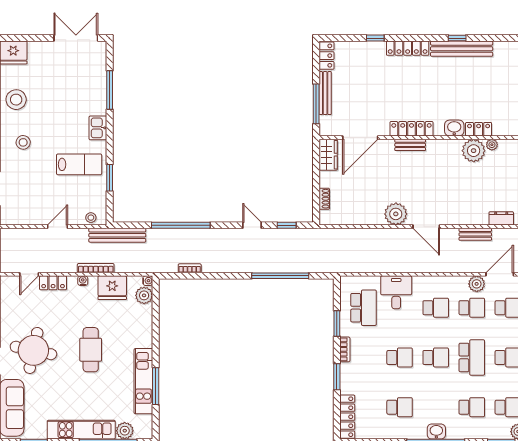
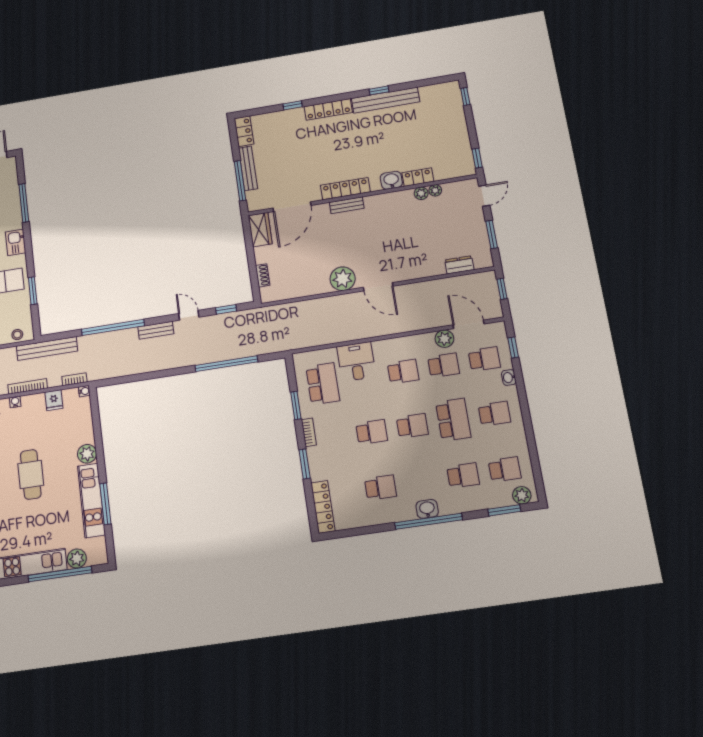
plant: (474, 151) -> (421, 193), width x0.53, depth x0.53
bench: (475, 234) -> (156, 330), moved
bookcase: (190, 268) -> (74, 379), moved
door: (500, 274) -> (469, 324), hinge flipped
fridge: (112, 288) -> (54, 400), width x0.53, depth x0.75
plant: (144, 295) -> (87, 454), moved

